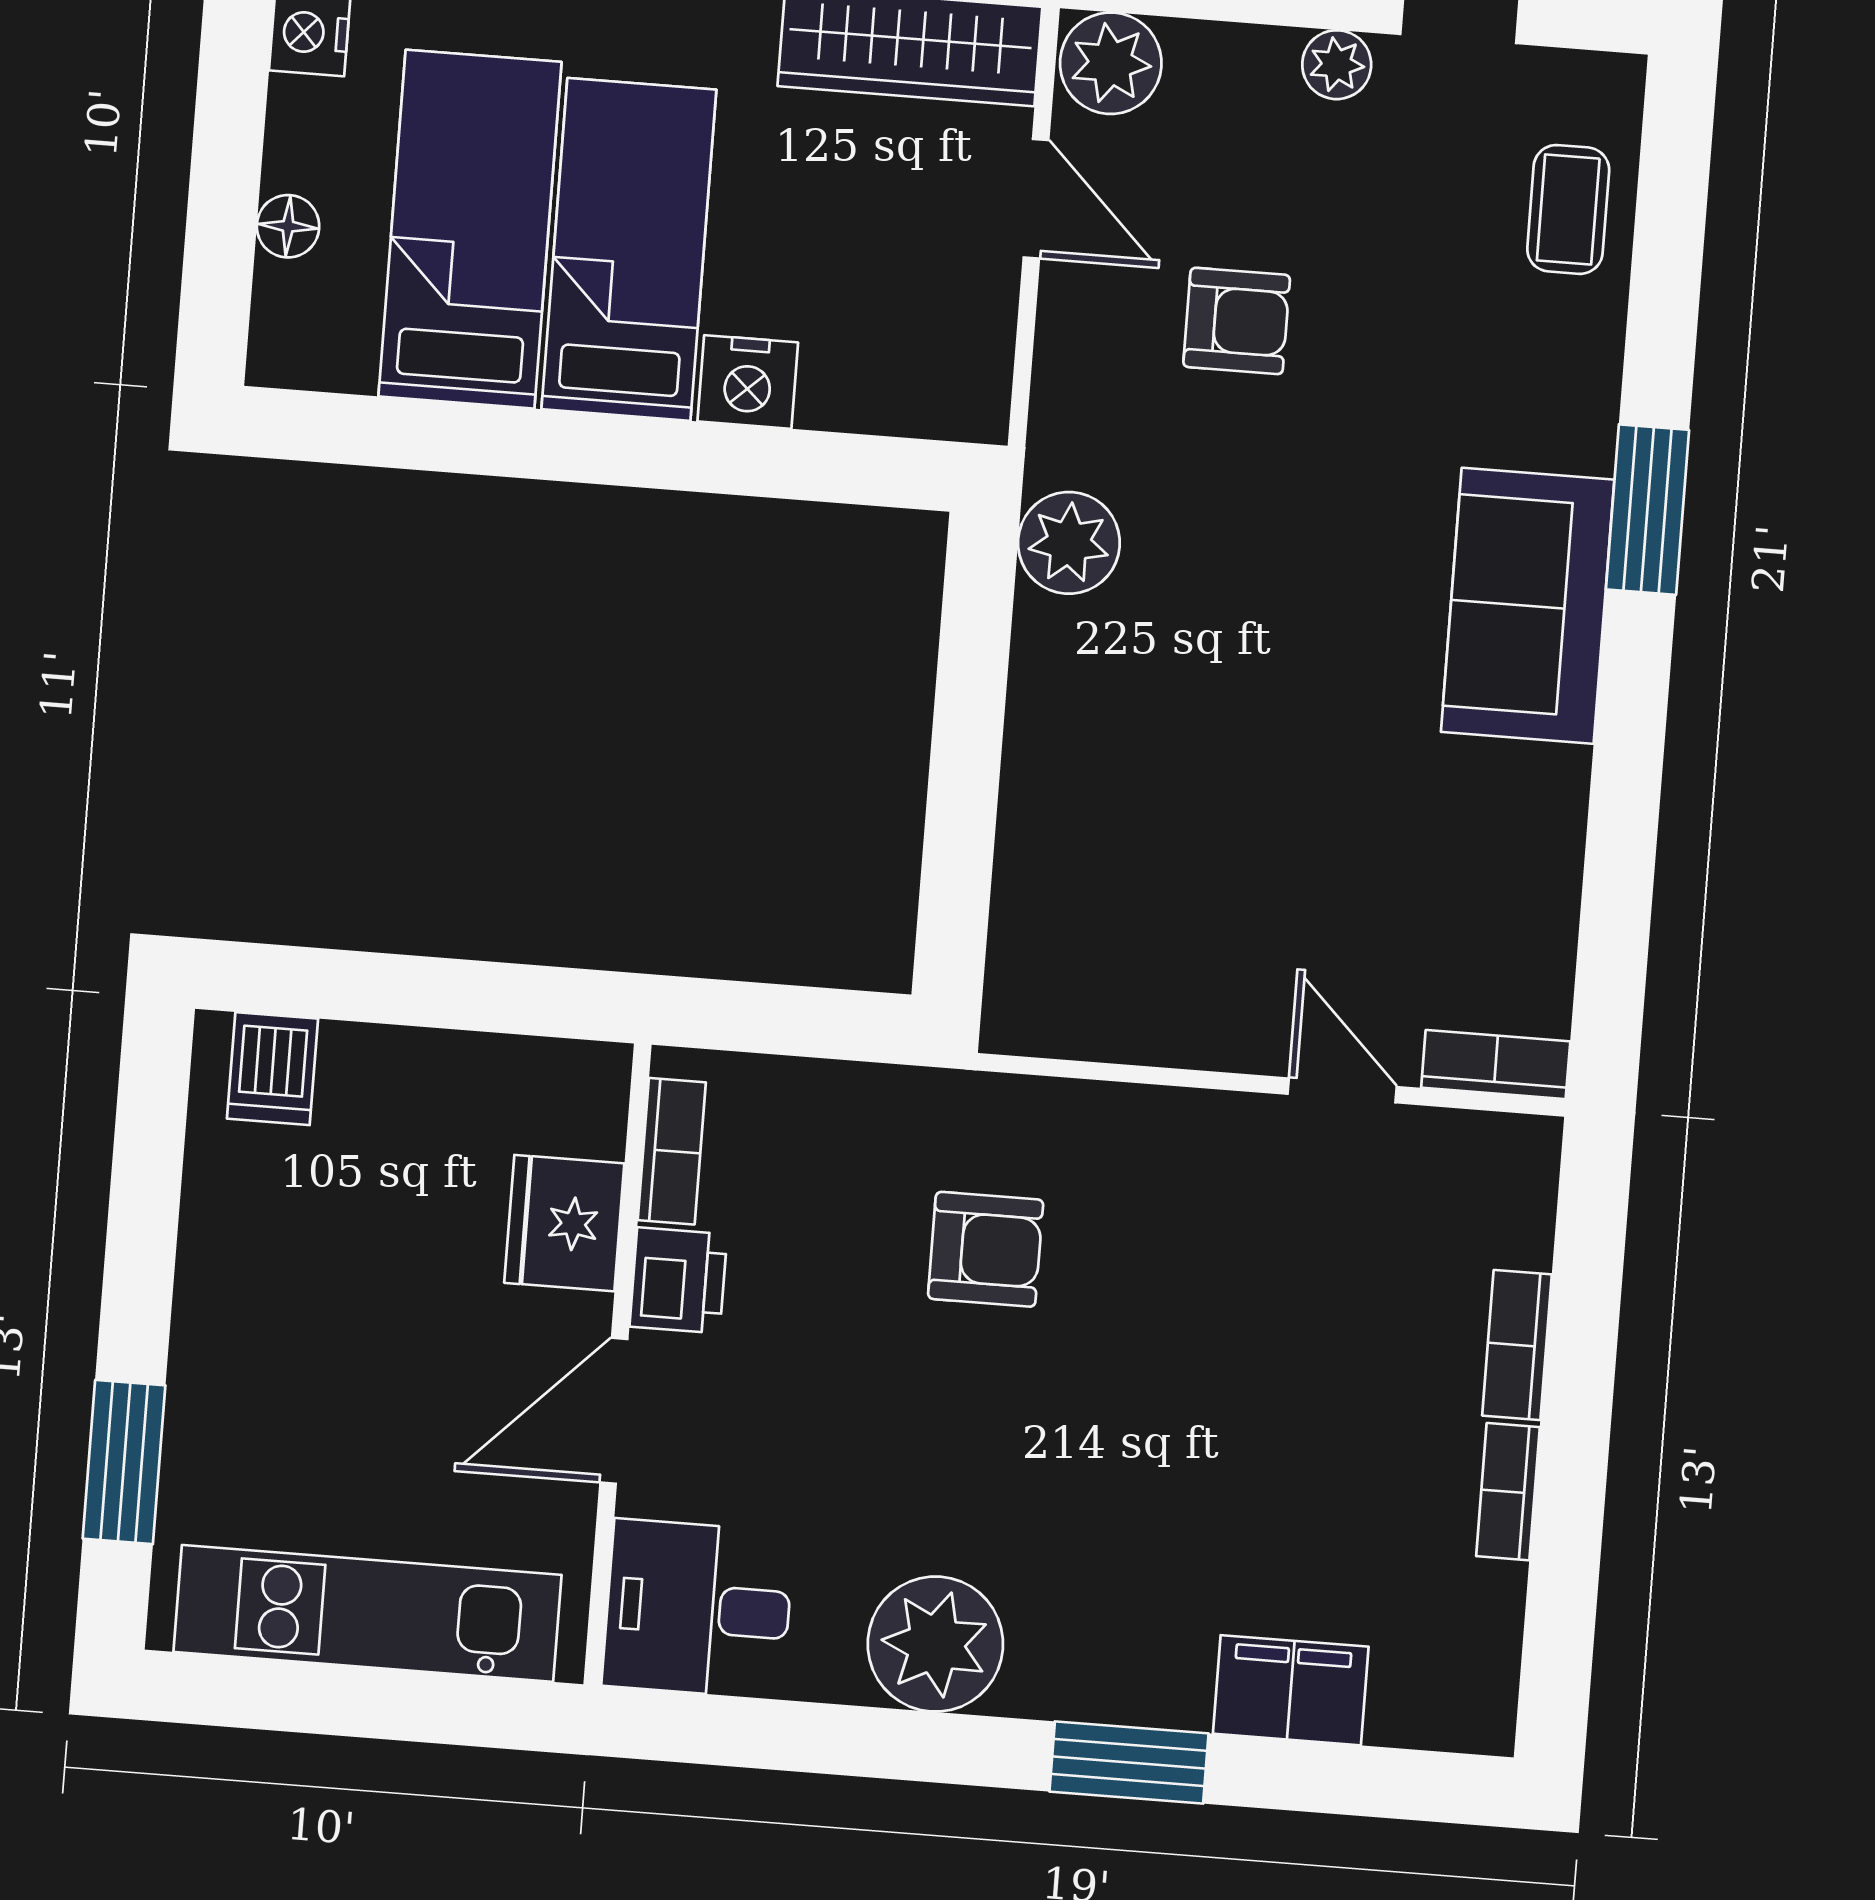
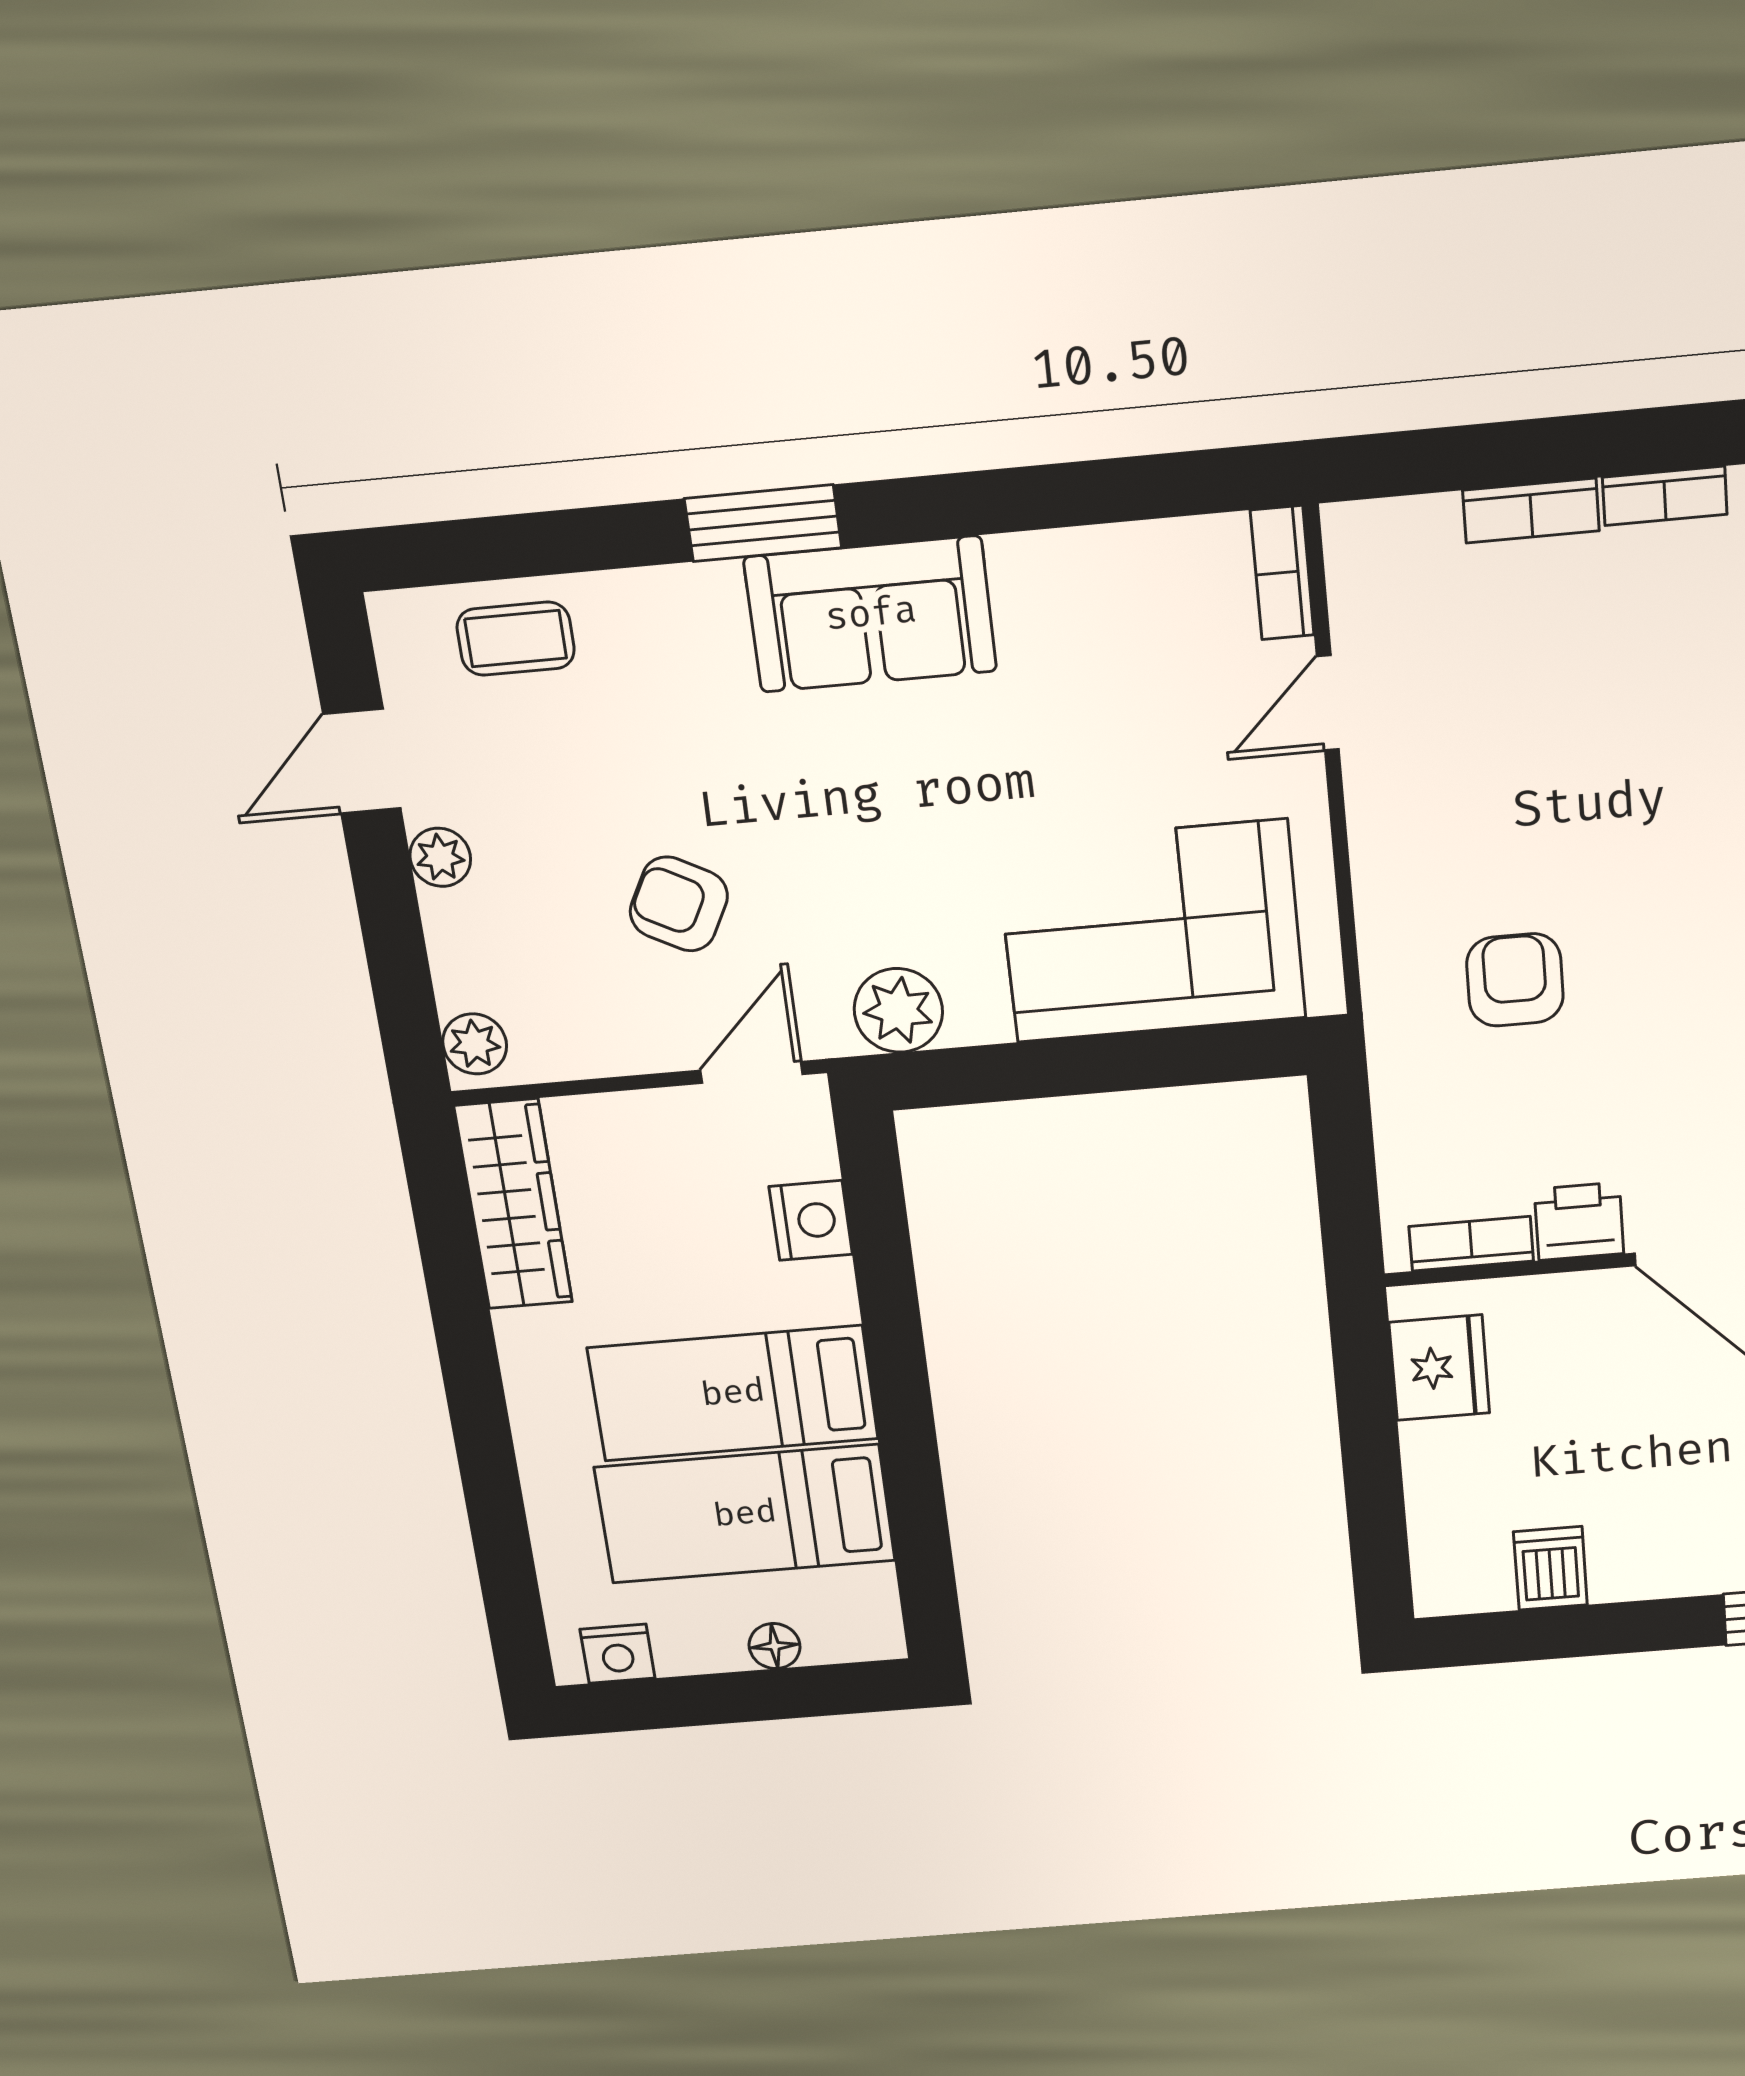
plant: (1111, 63) -> (475, 1044), width x0.73, depth x0.73
door: (1036, 199) -> (752, 1072), moved
armchair: (1237, 321) -> (679, 904), turned -62
nightstand: (748, 382) -> (811, 1220), moved
corner sofa: (1113, 848) -> (1151, 931), added
dishwasher: (273, 1069) -> (1550, 1568), moved, turned -90
fridge: (564, 1223) -> (1439, 1368), moved, turned -90

